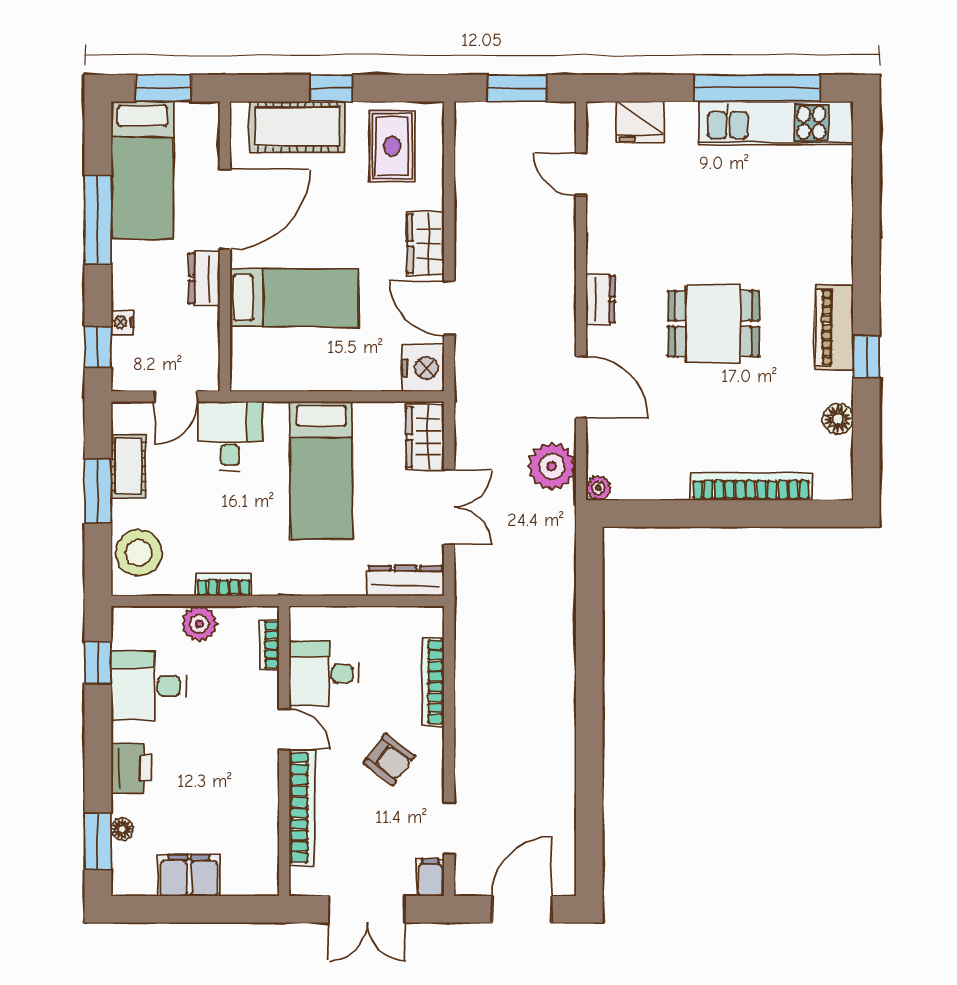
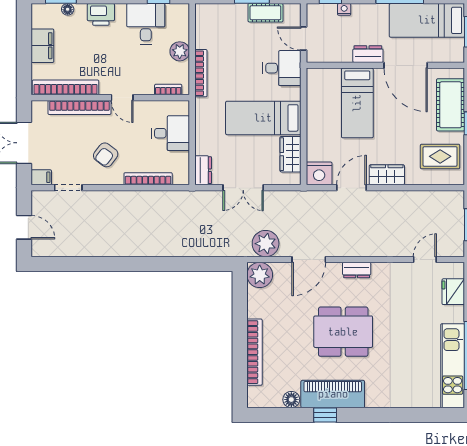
dining table: (713, 324) -> (343, 332), width x1.38
piano: (834, 327) -> (333, 394), width x1.37, depth x1.33
wardrobe: (425, 437) -> (290, 154), moved, turned -90
plant: (598, 488) -> (260, 275), width x1.88, depth x1.88
stool: (139, 553) -> (218, 18), removed
dresser: (405, 581) -> (203, 170), width x0.70
bookcase: (224, 585) -> (201, 73), width x1.56
desk: (324, 674) -> (170, 133), moved, turned 90
door: (284, 729) -> (122, 98), hinge flipped
bookcase: (265, 833) -> (66, 87), added
door: (522, 909) -> (24, 227), width x0.73

